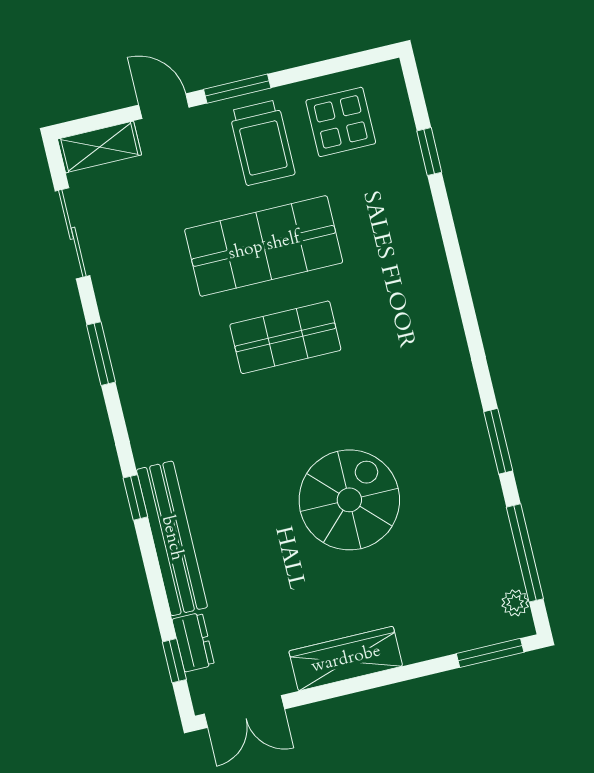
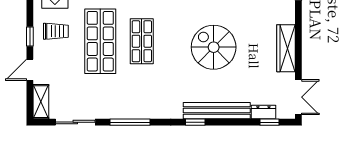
window: (237, 89) -> (30, 36), width x0.67
trolley: (262, 143) -> (56, 31), width x0.73, depth x0.72
window: (101, 354) -> (130, 122), width x1.44
spiral stairs: (349, 500) -> (214, 47), moved

